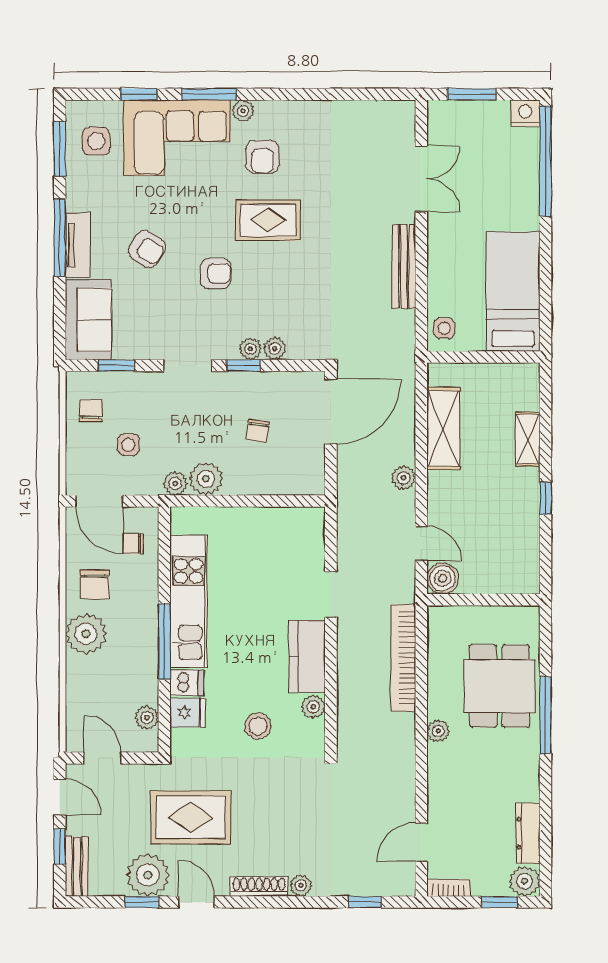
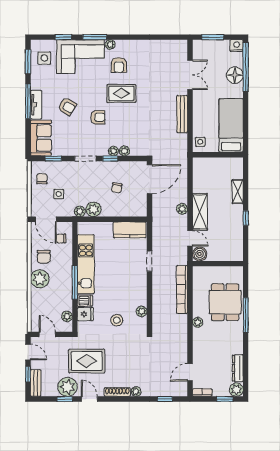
floor lamp: (521, 179) -> (235, 75), added
shelving: (443, 428) -> (200, 212), moved
kitchen counter: (307, 656) -> (130, 230), moved, turned -90

